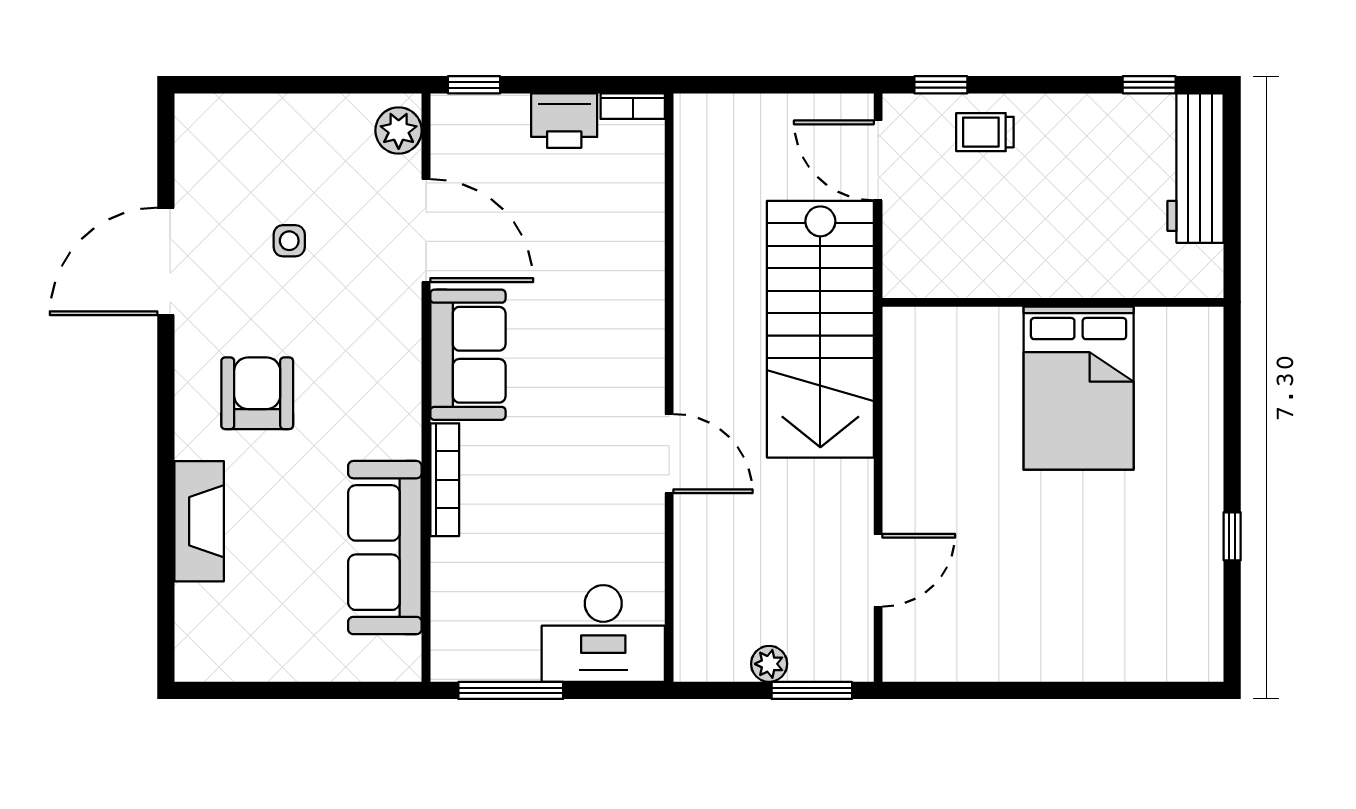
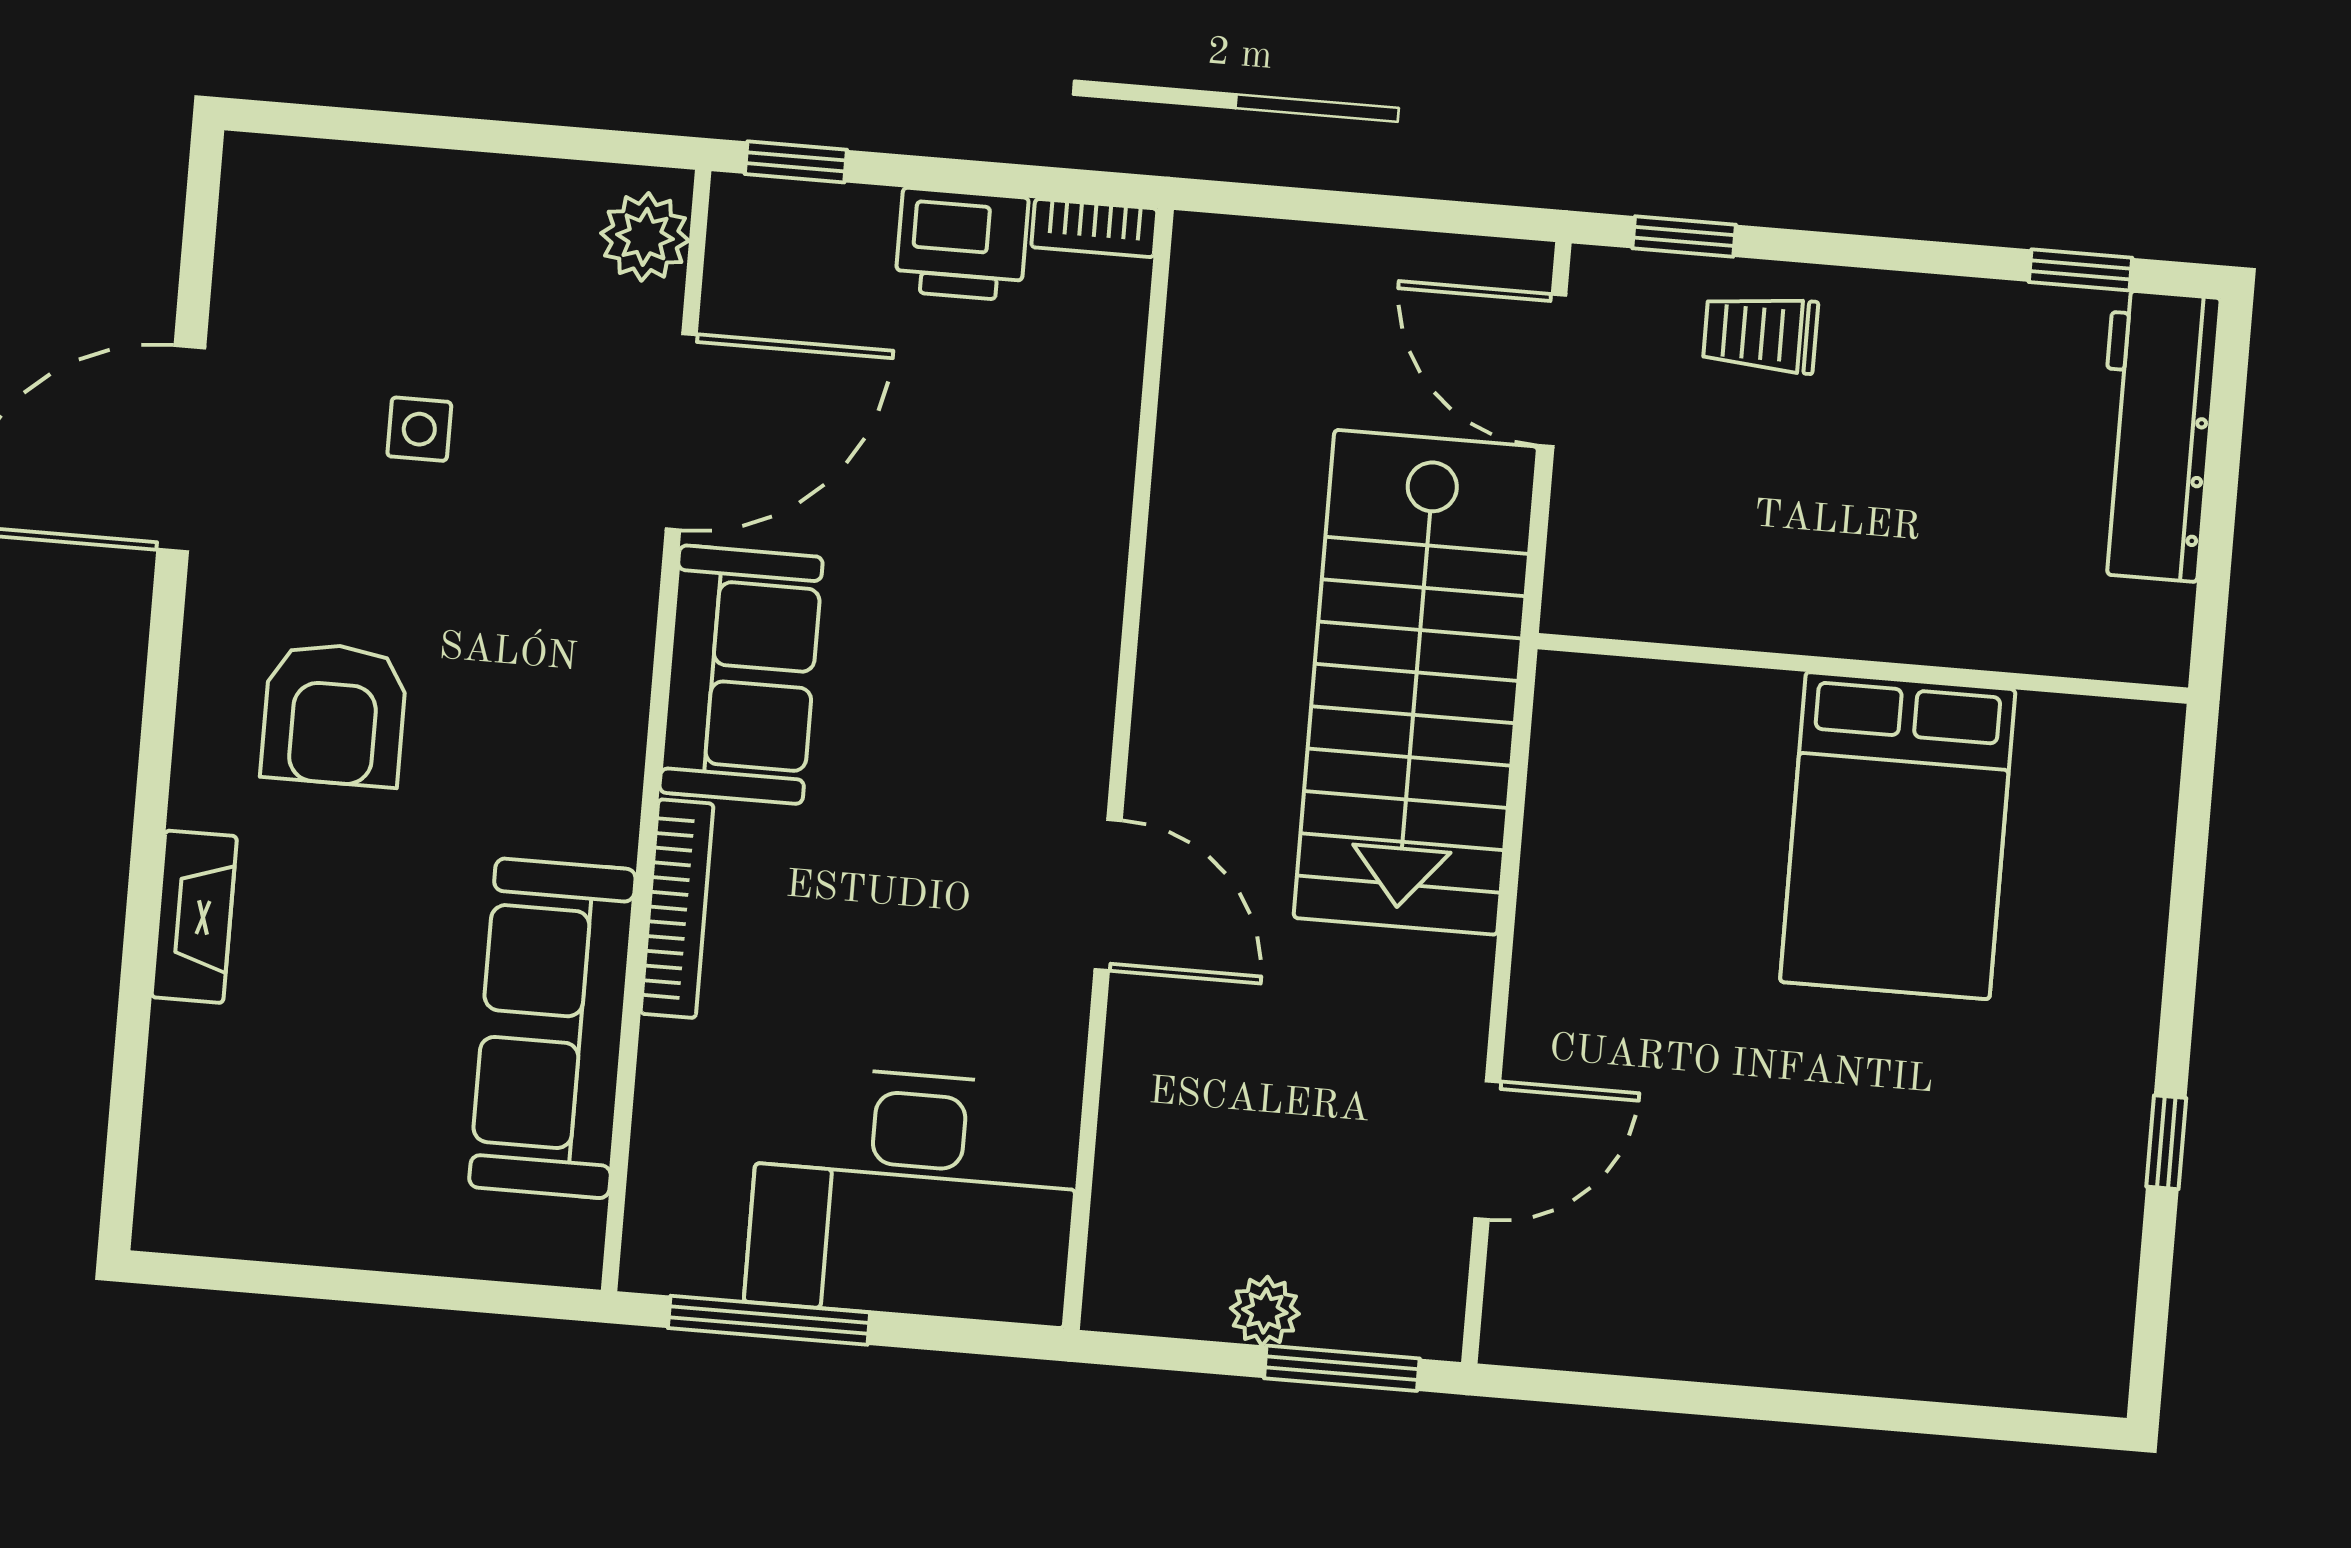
door: (426, 231) -> (681, 432), hinge flipped
armchair: (257, 393) -> (334, 714), turned 180
fireplace: (199, 521) -> (194, 917), width x0.73, depth x0.76
desk: (603, 633) -> (914, 1195), width x1.36, depth x1.30

